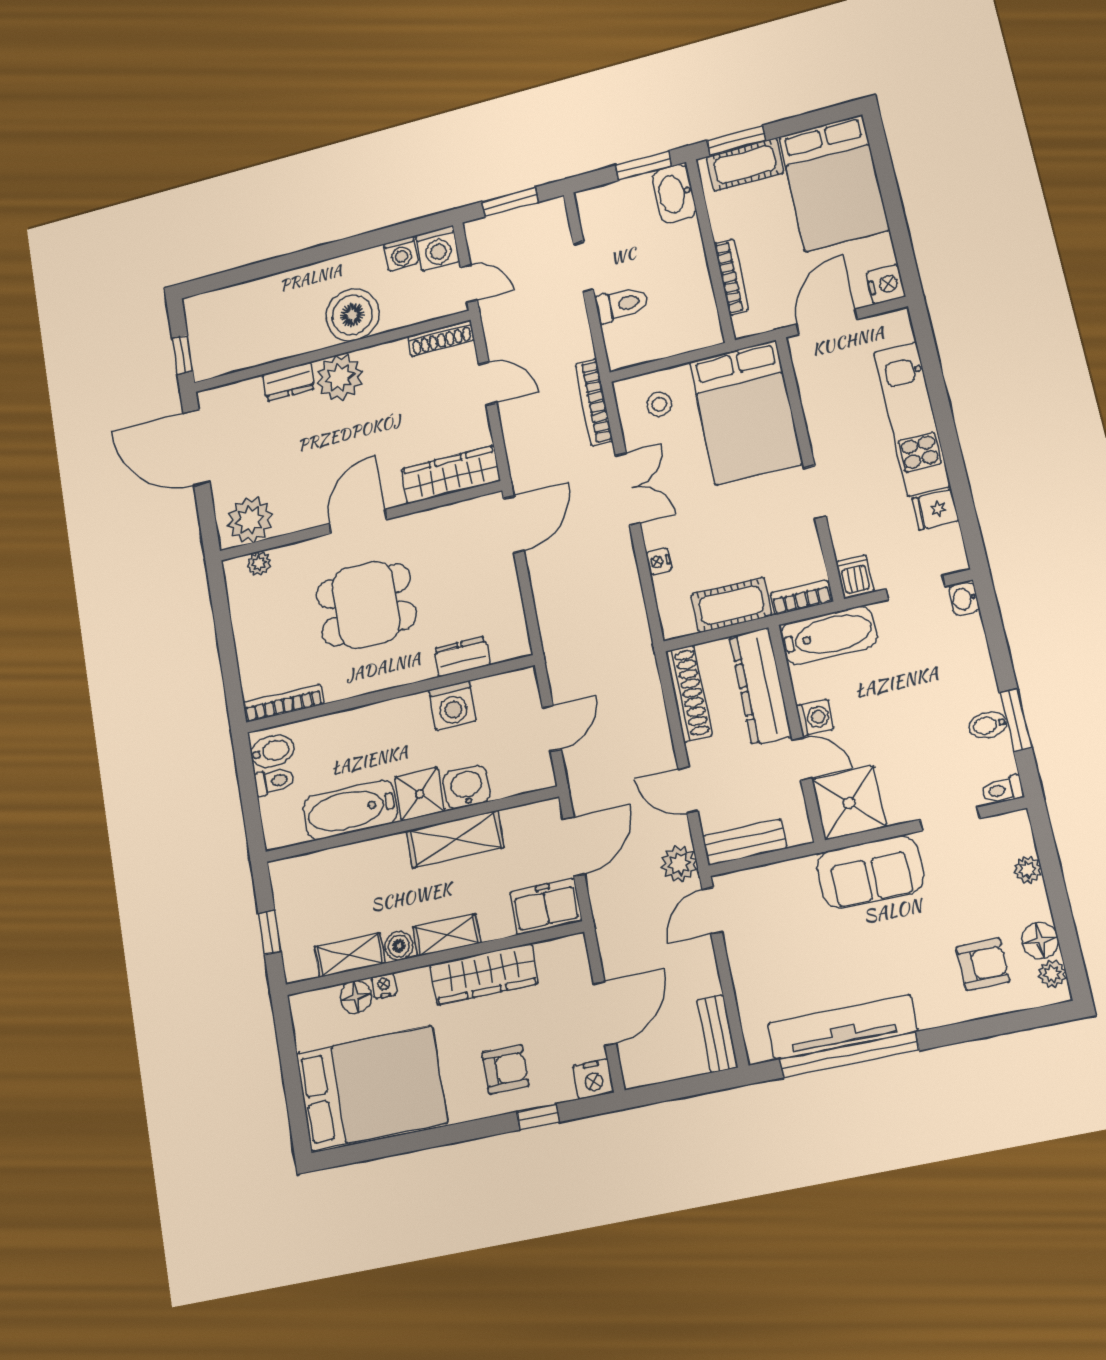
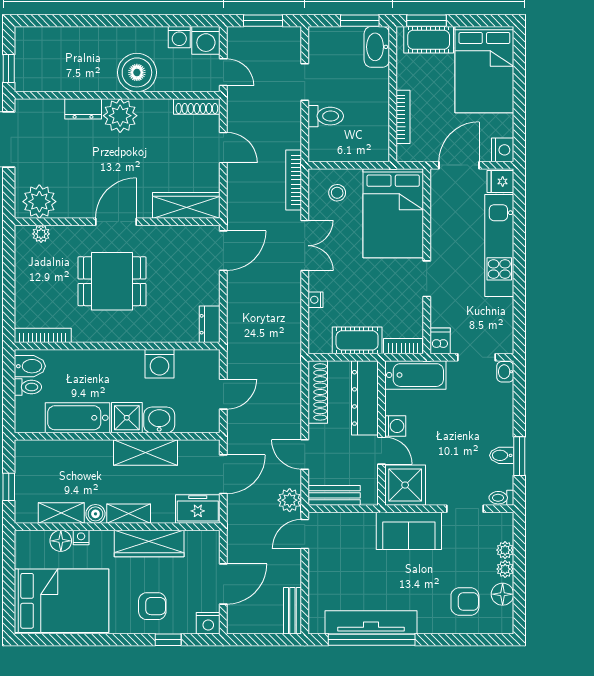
fridge: (935, 510) -> (500, 181), moved
dresser: (462, 657) -> (210, 324), moved, turned -90
plant: (1052, 974) -> (505, 569), moved

